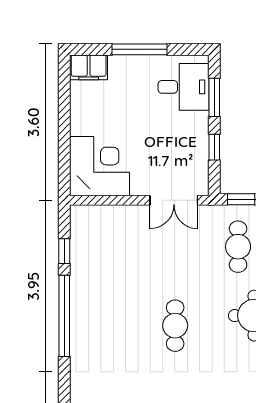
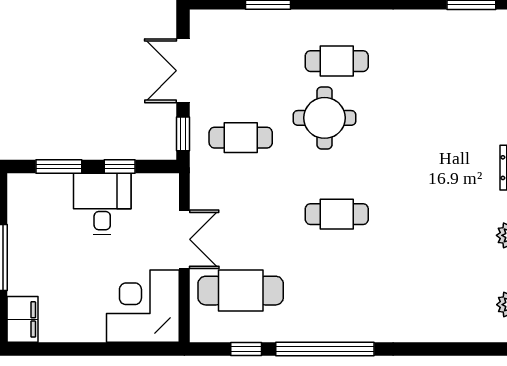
desk: (183, 87) -> (102, 204), moved
double door: (174, 200) -> (184, 239), moved
cafe table: (112, 247) -> (241, 291), added

